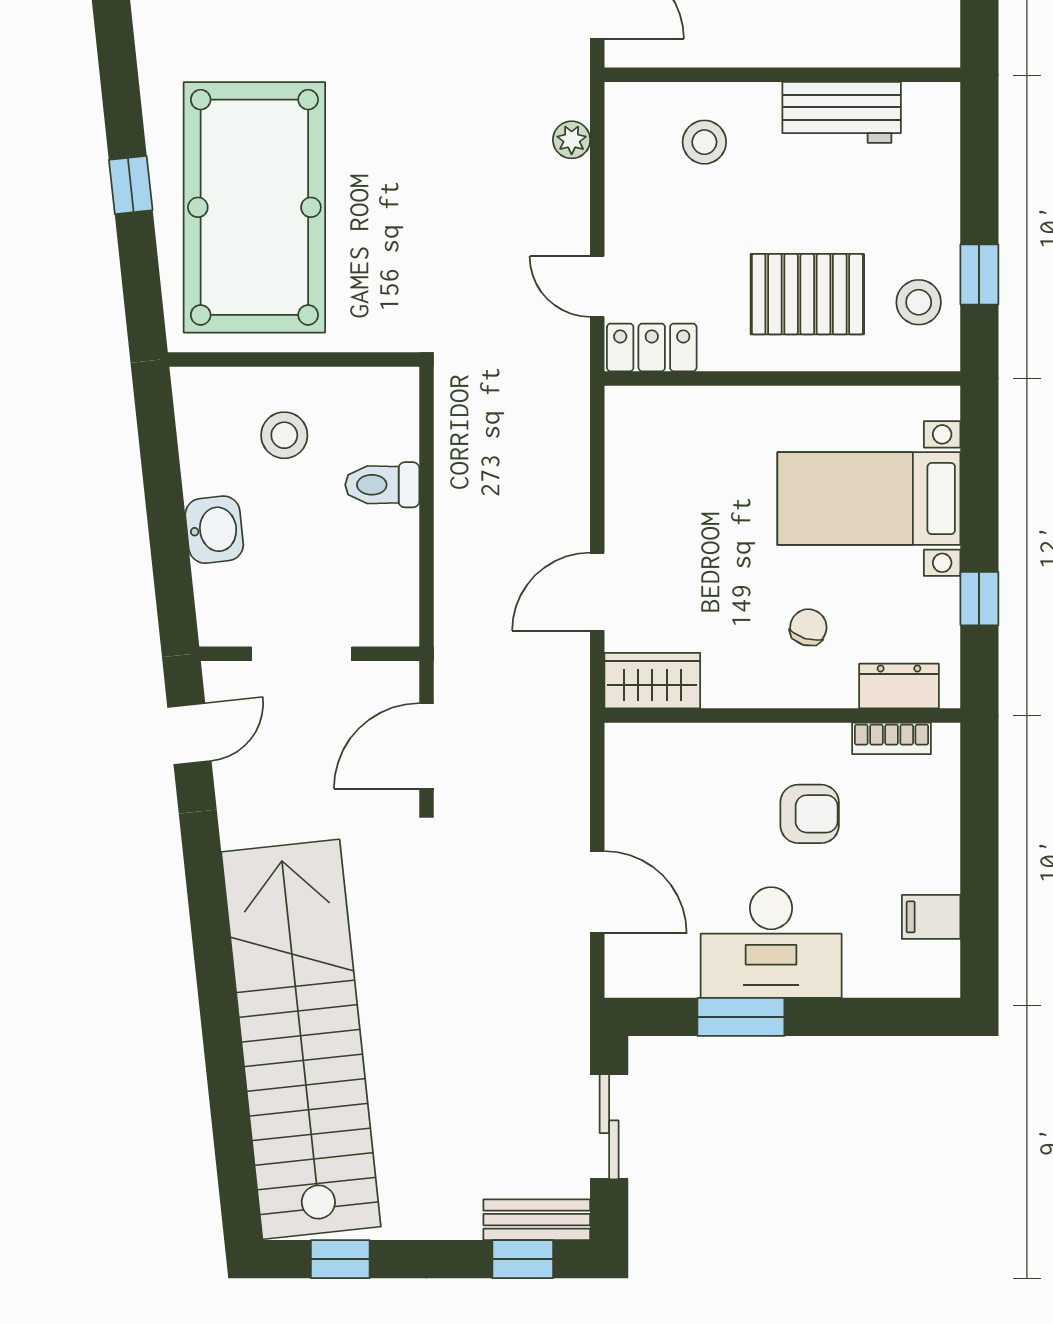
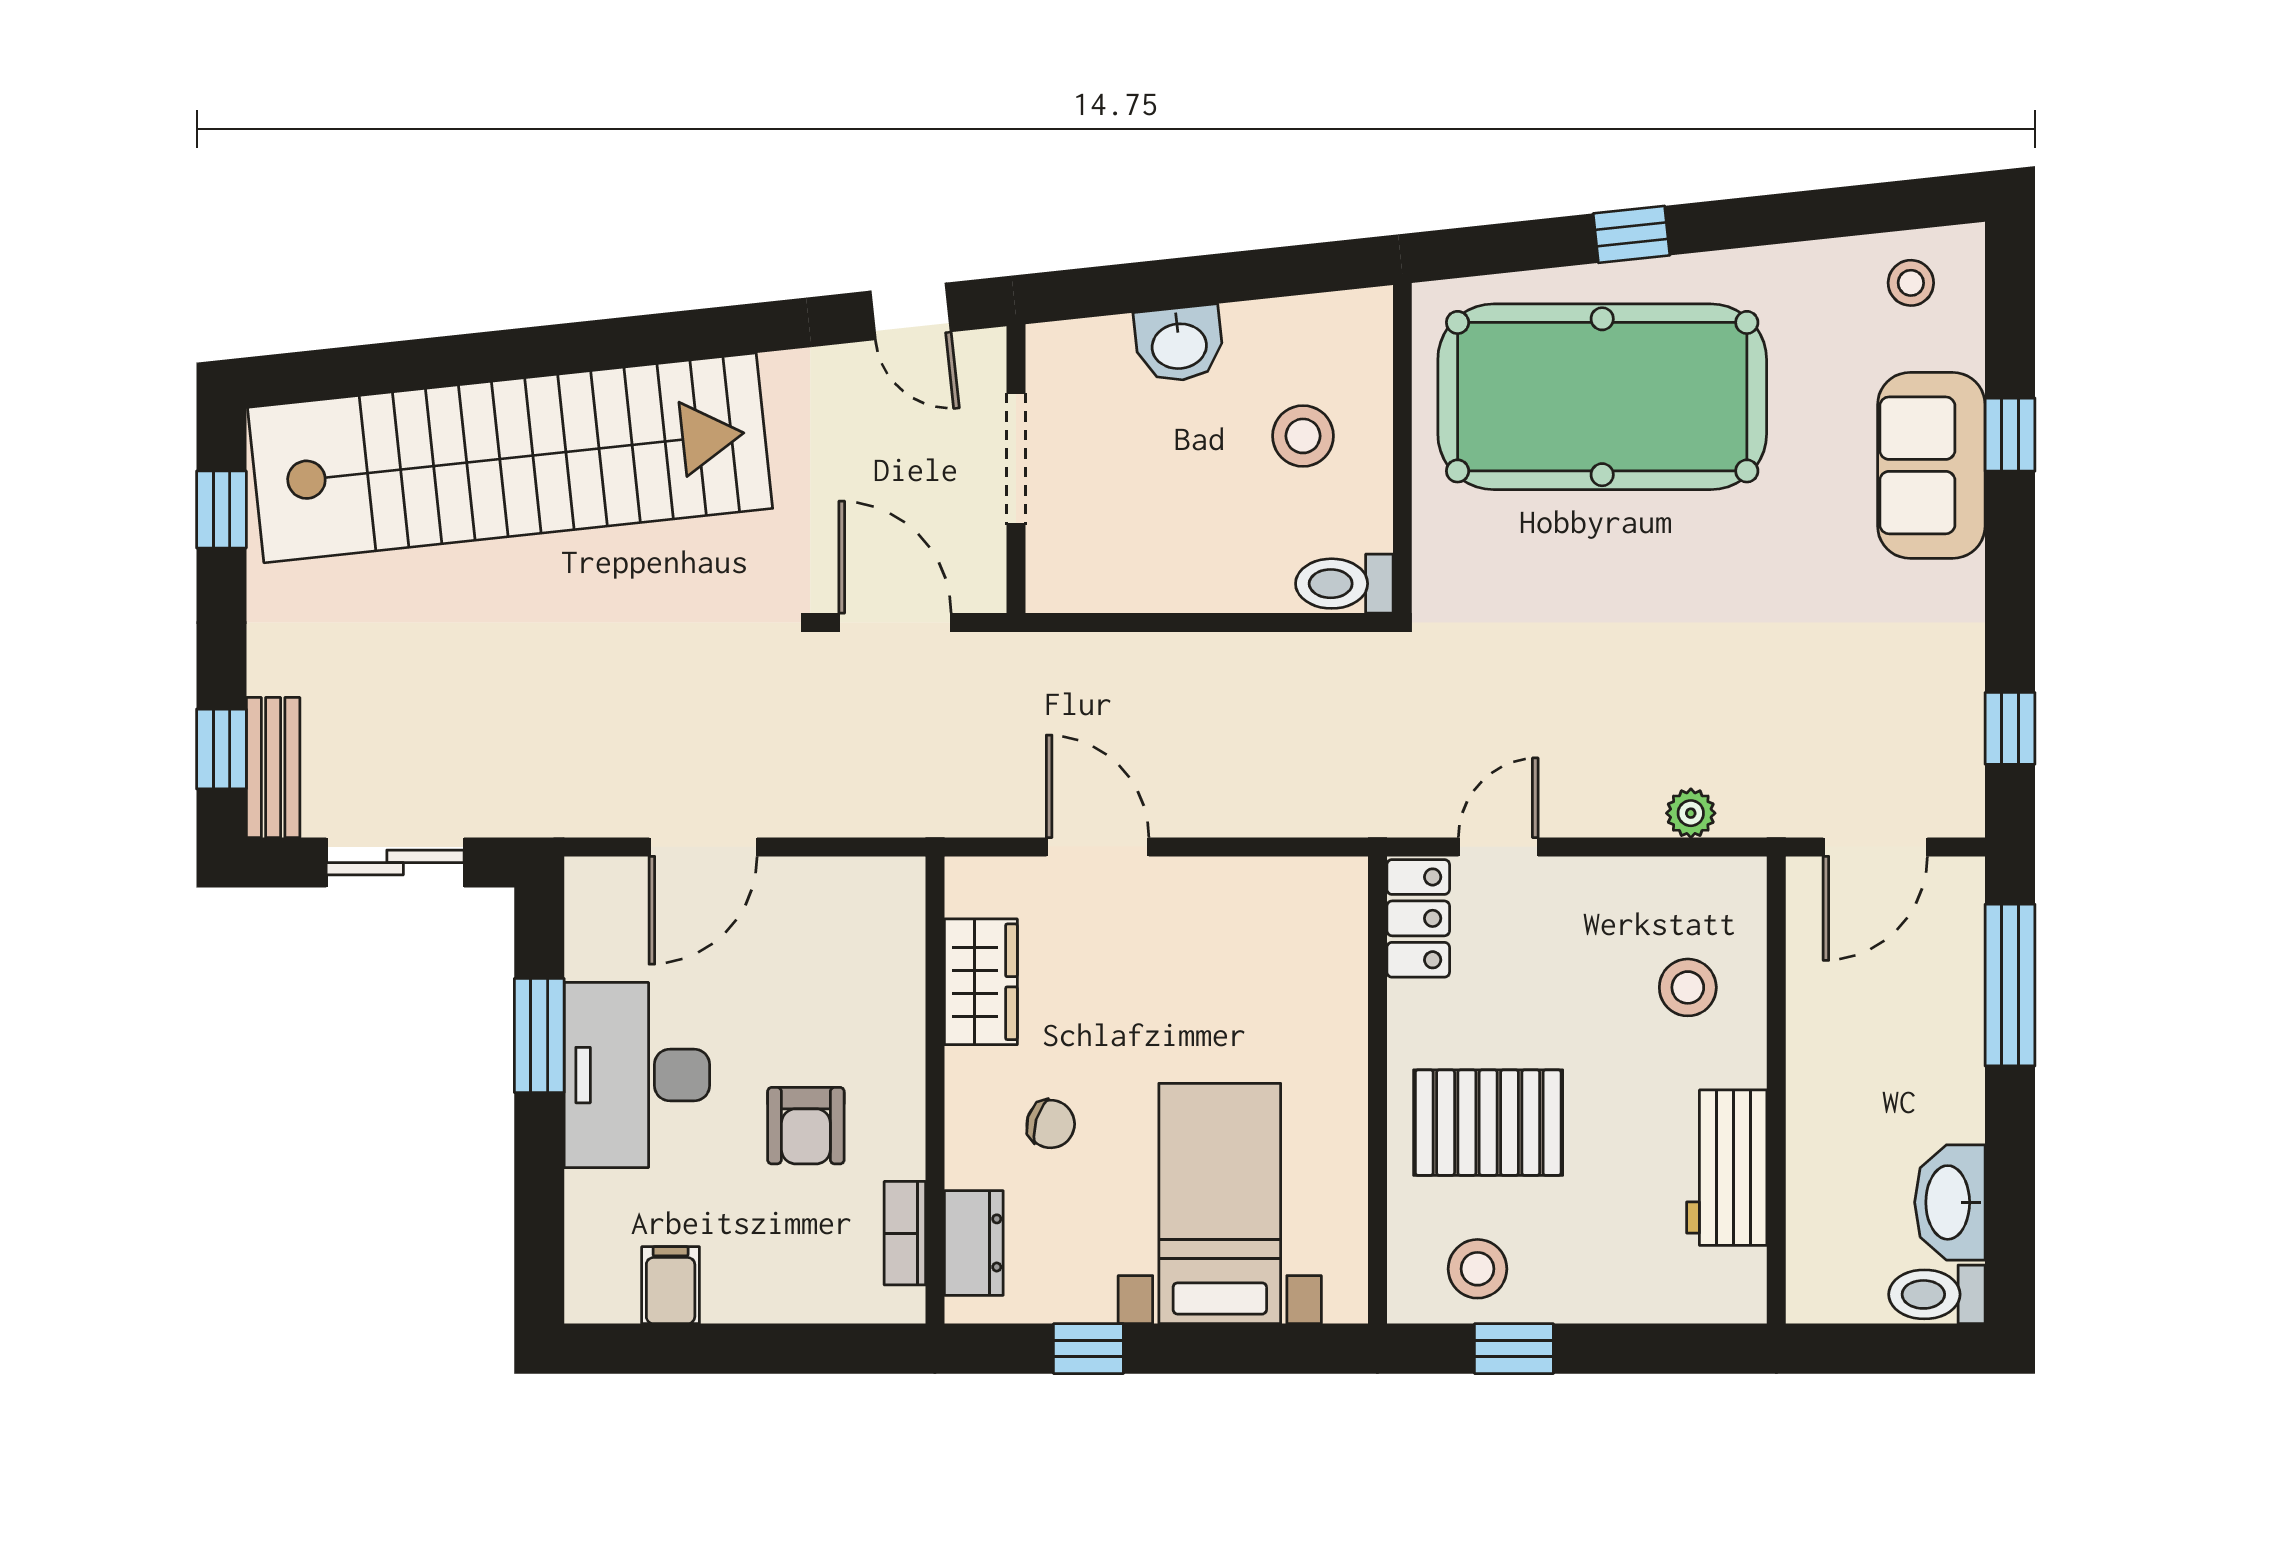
pallet: (807, 294) -> (1488, 1123), turned 90
toilet: (382, 485) -> (1344, 584), moved, turned -90
wardrobe: (652, 681) -> (981, 982), moved

